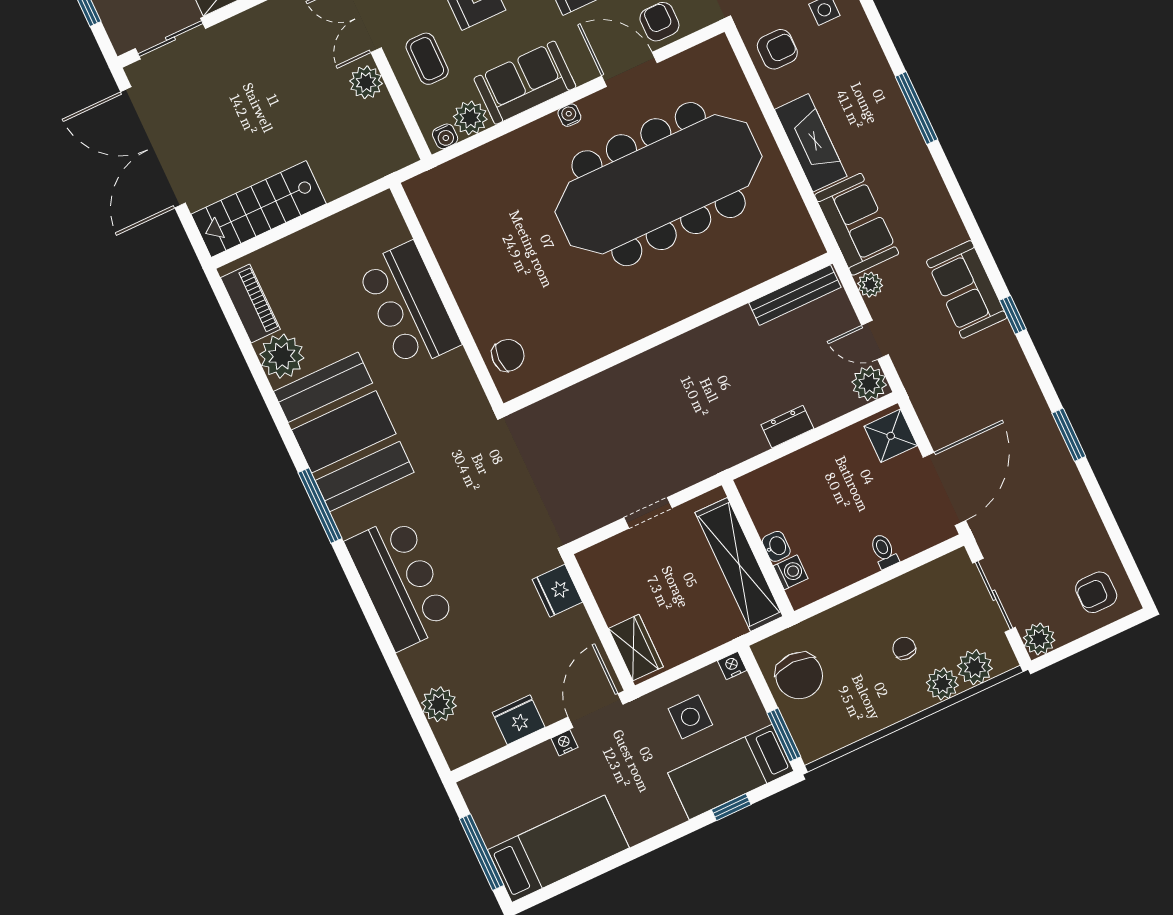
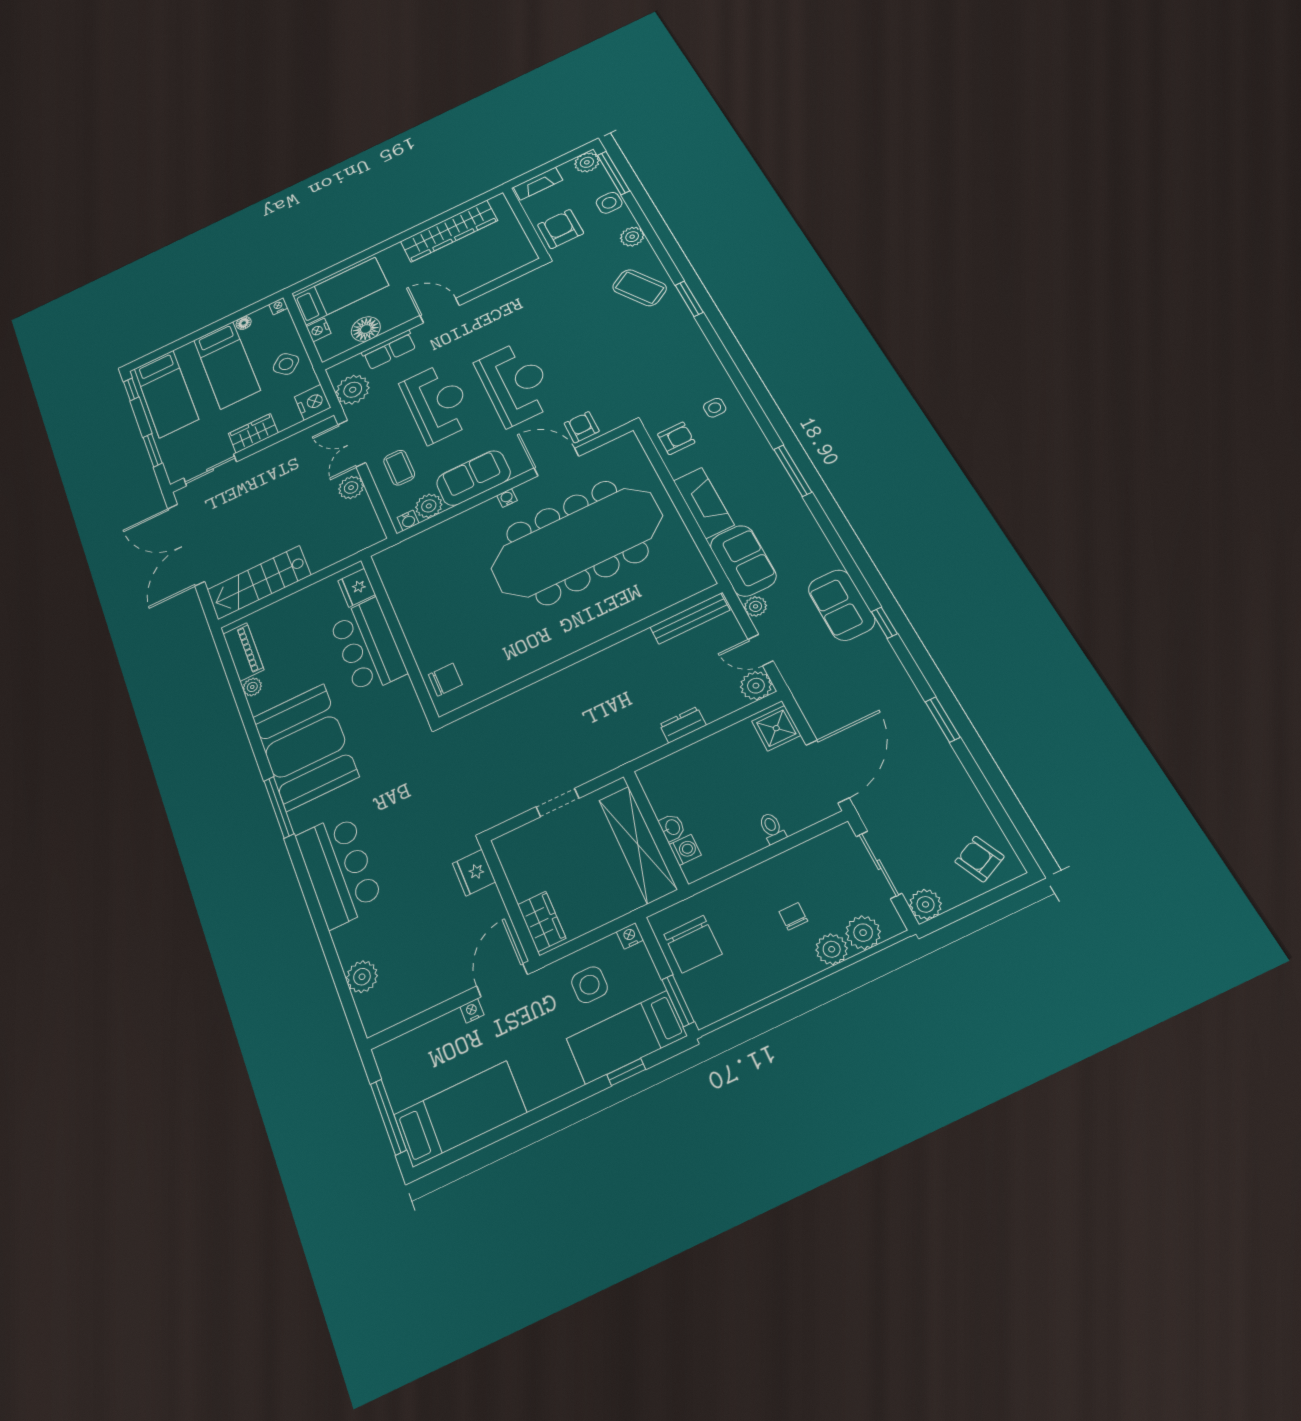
plant: (282, 356) -> (252, 687), width x0.53, depth x0.53
armchair: (1096, 592) -> (980, 859), turned 65
fridge: (519, 720) -> (357, 588), moved, turned -90

